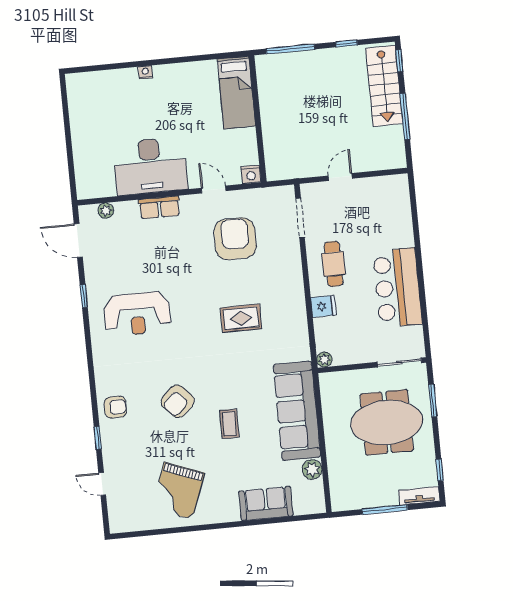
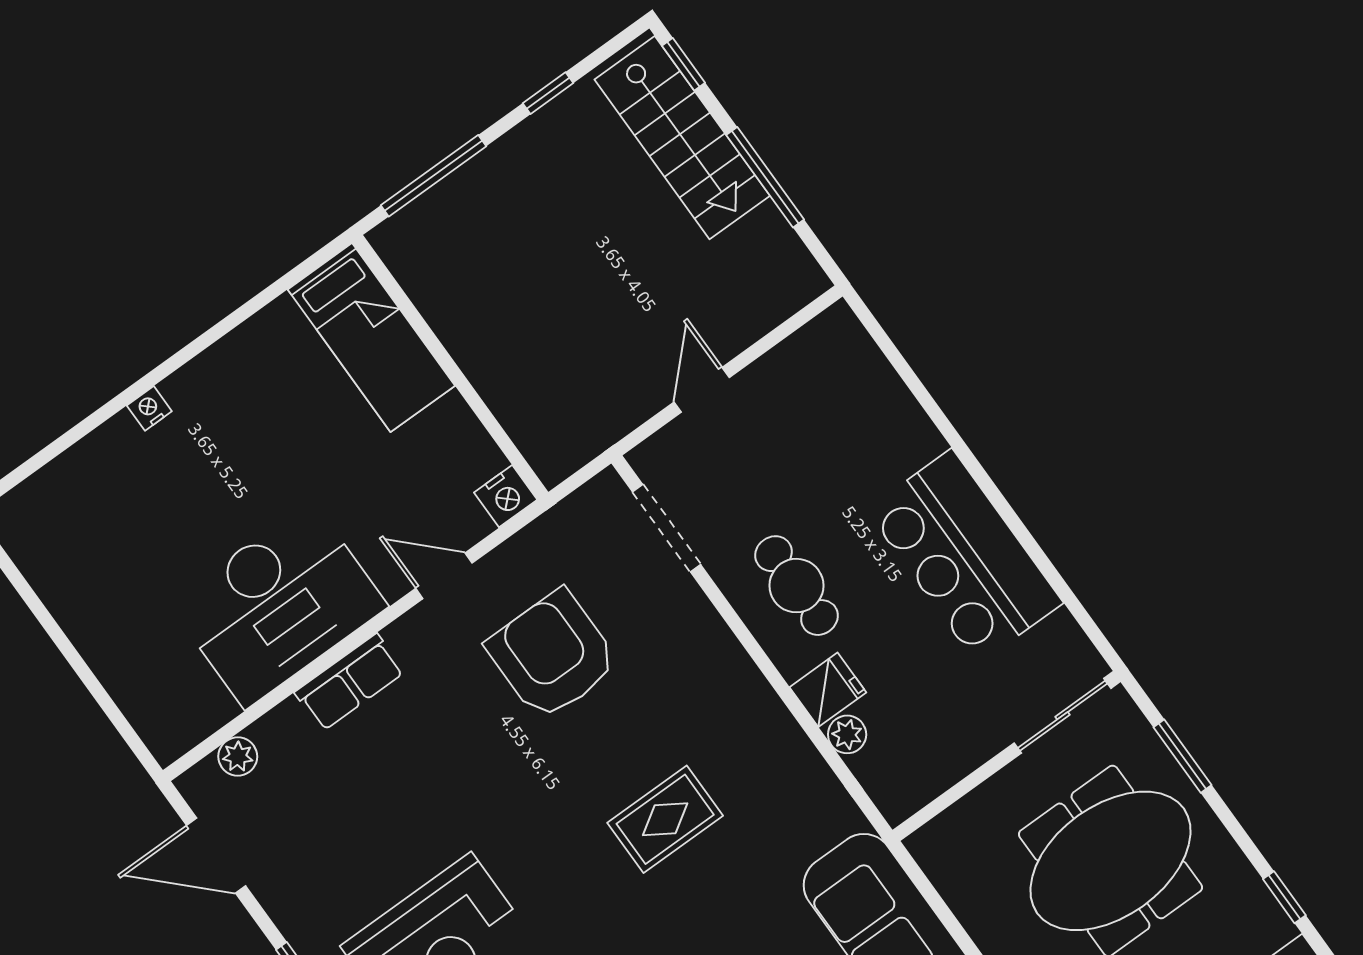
plant: (324, 359) -> (847, 734), moved

